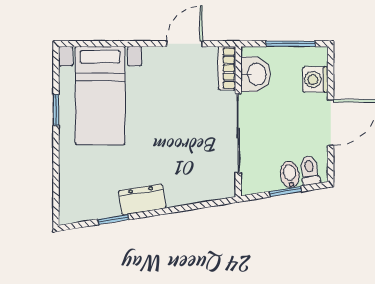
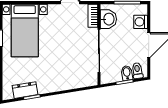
dresser: (142, 199) -> (25, 90), moved

